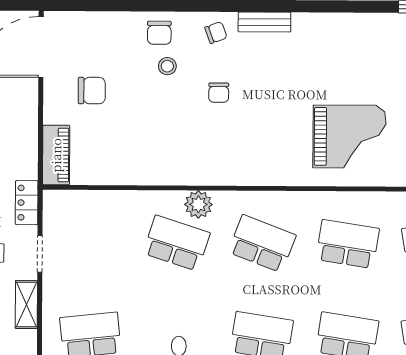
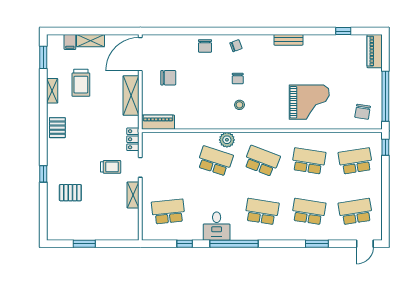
bench: (264, 22) -> (288, 40), moved
stool: (167, 66) -> (239, 105), moved
shelving: (24, 123) -> (131, 96), added
piano: (56, 155) -> (158, 122), moved, turned -90

